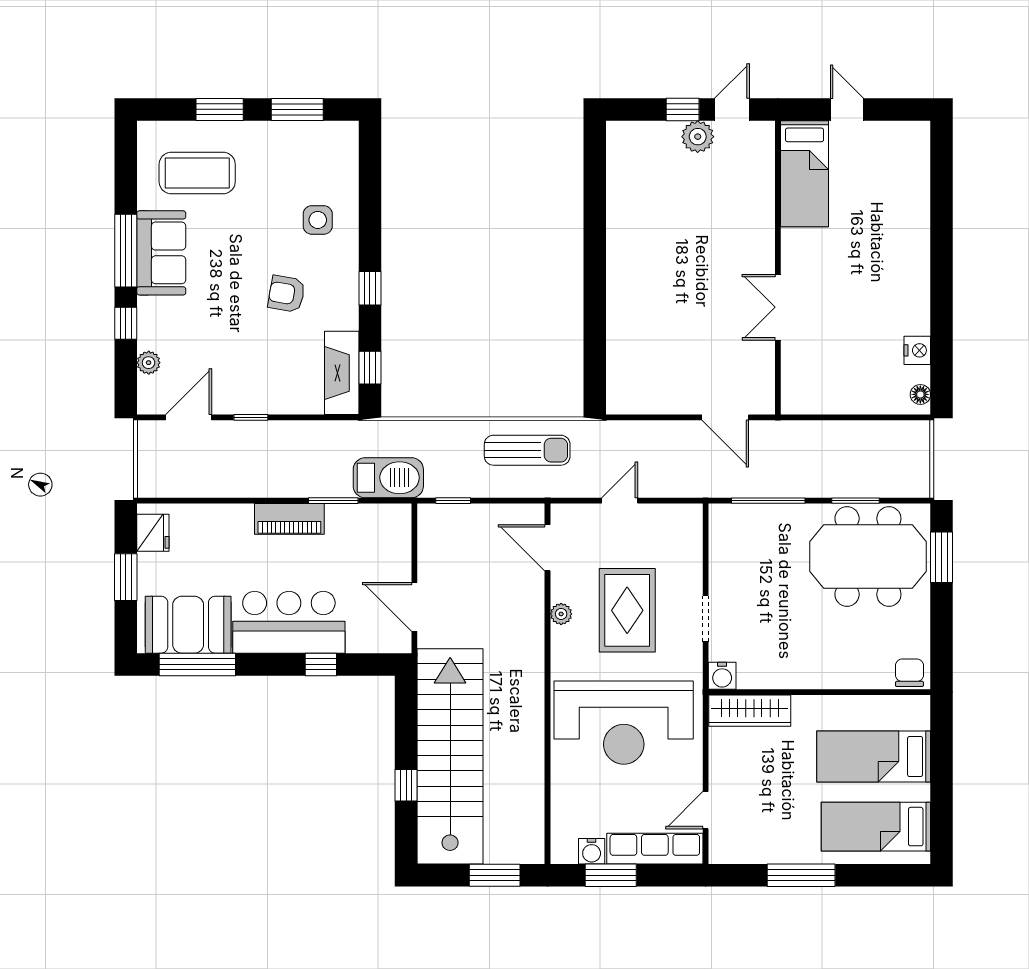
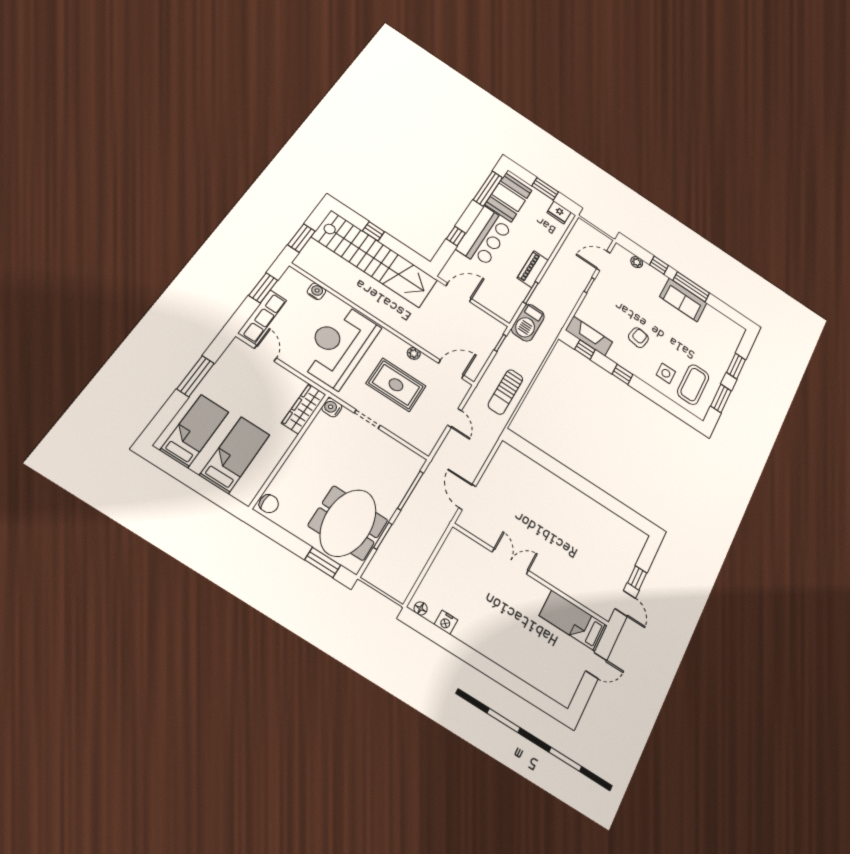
plant: (698, 137) -> (620, 577), removed
coffee table: (197, 173) -> (693, 385), moved
door: (189, 417) -> (603, 261), swing flipped
door: (725, 417) -> (467, 497), hinge flipped
water cooler: (592, 851) -> (316, 291), moved, turned 90

